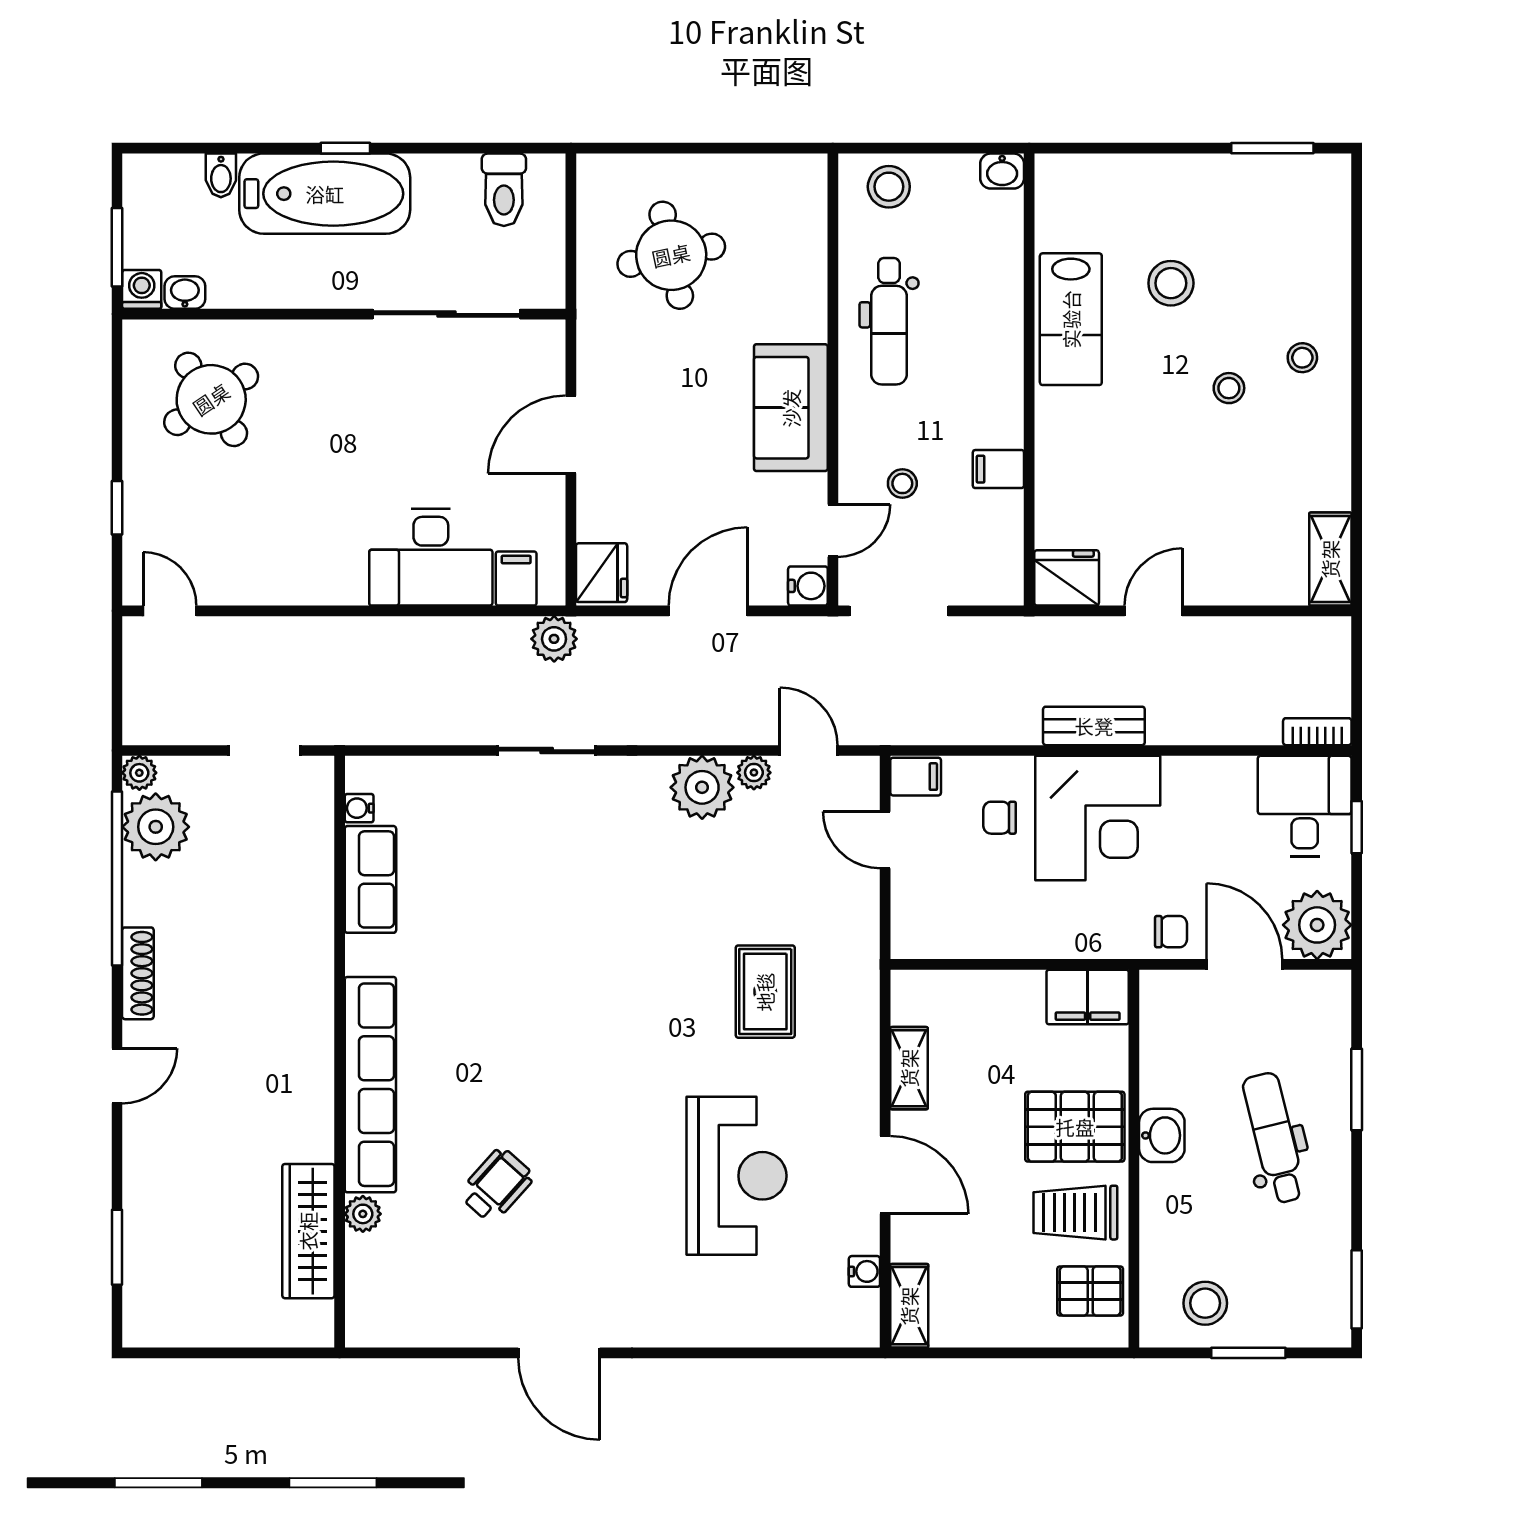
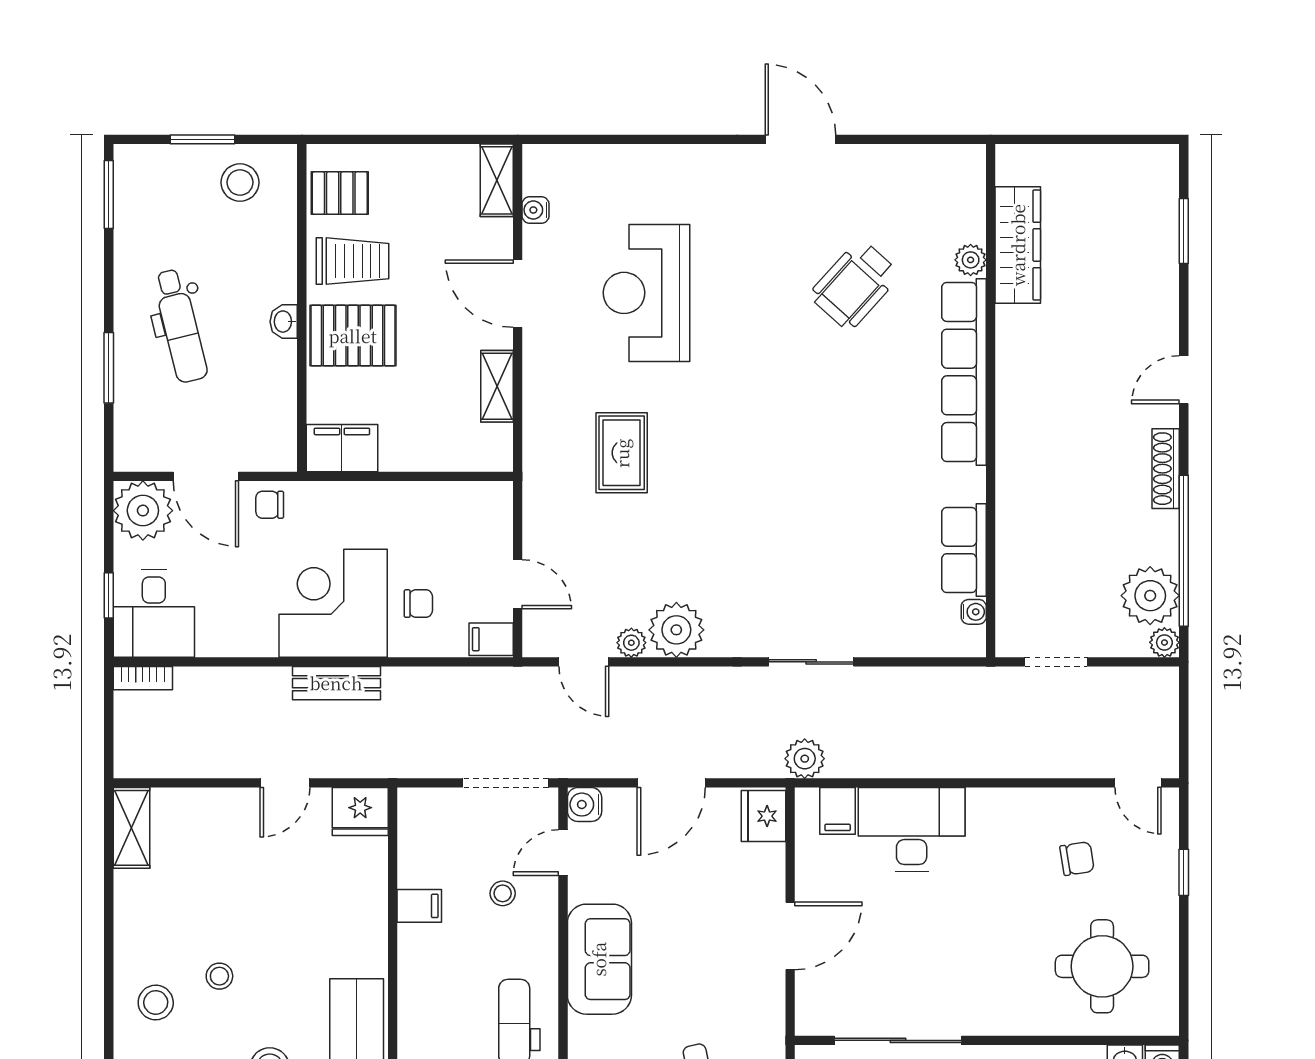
stool: (1302, 358) -> (156, 1002), width x1.37, depth x1.37
round table: (211, 399) -> (1102, 966), turned 34
chair: (240, 524) -> (1077, 859), added
washbasin: (1162, 1135) -> (284, 322), width x0.72, depth x0.69
wheelchair: (496, 1185) -> (855, 285), width x1.36, depth x1.37

